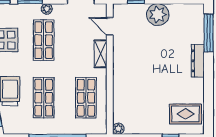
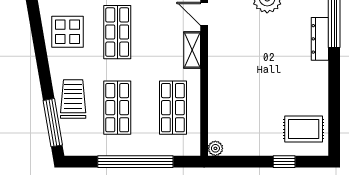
dresser: (198, 61) -> (320, 39), moved

